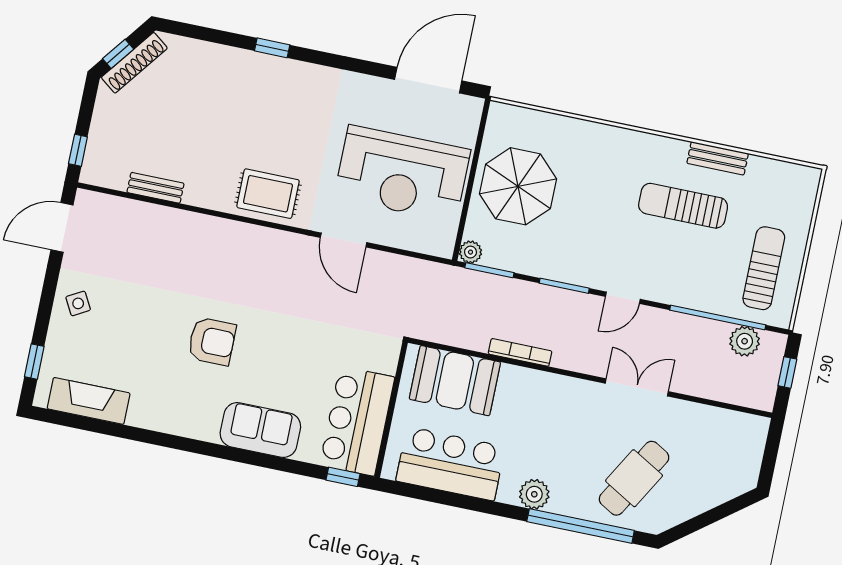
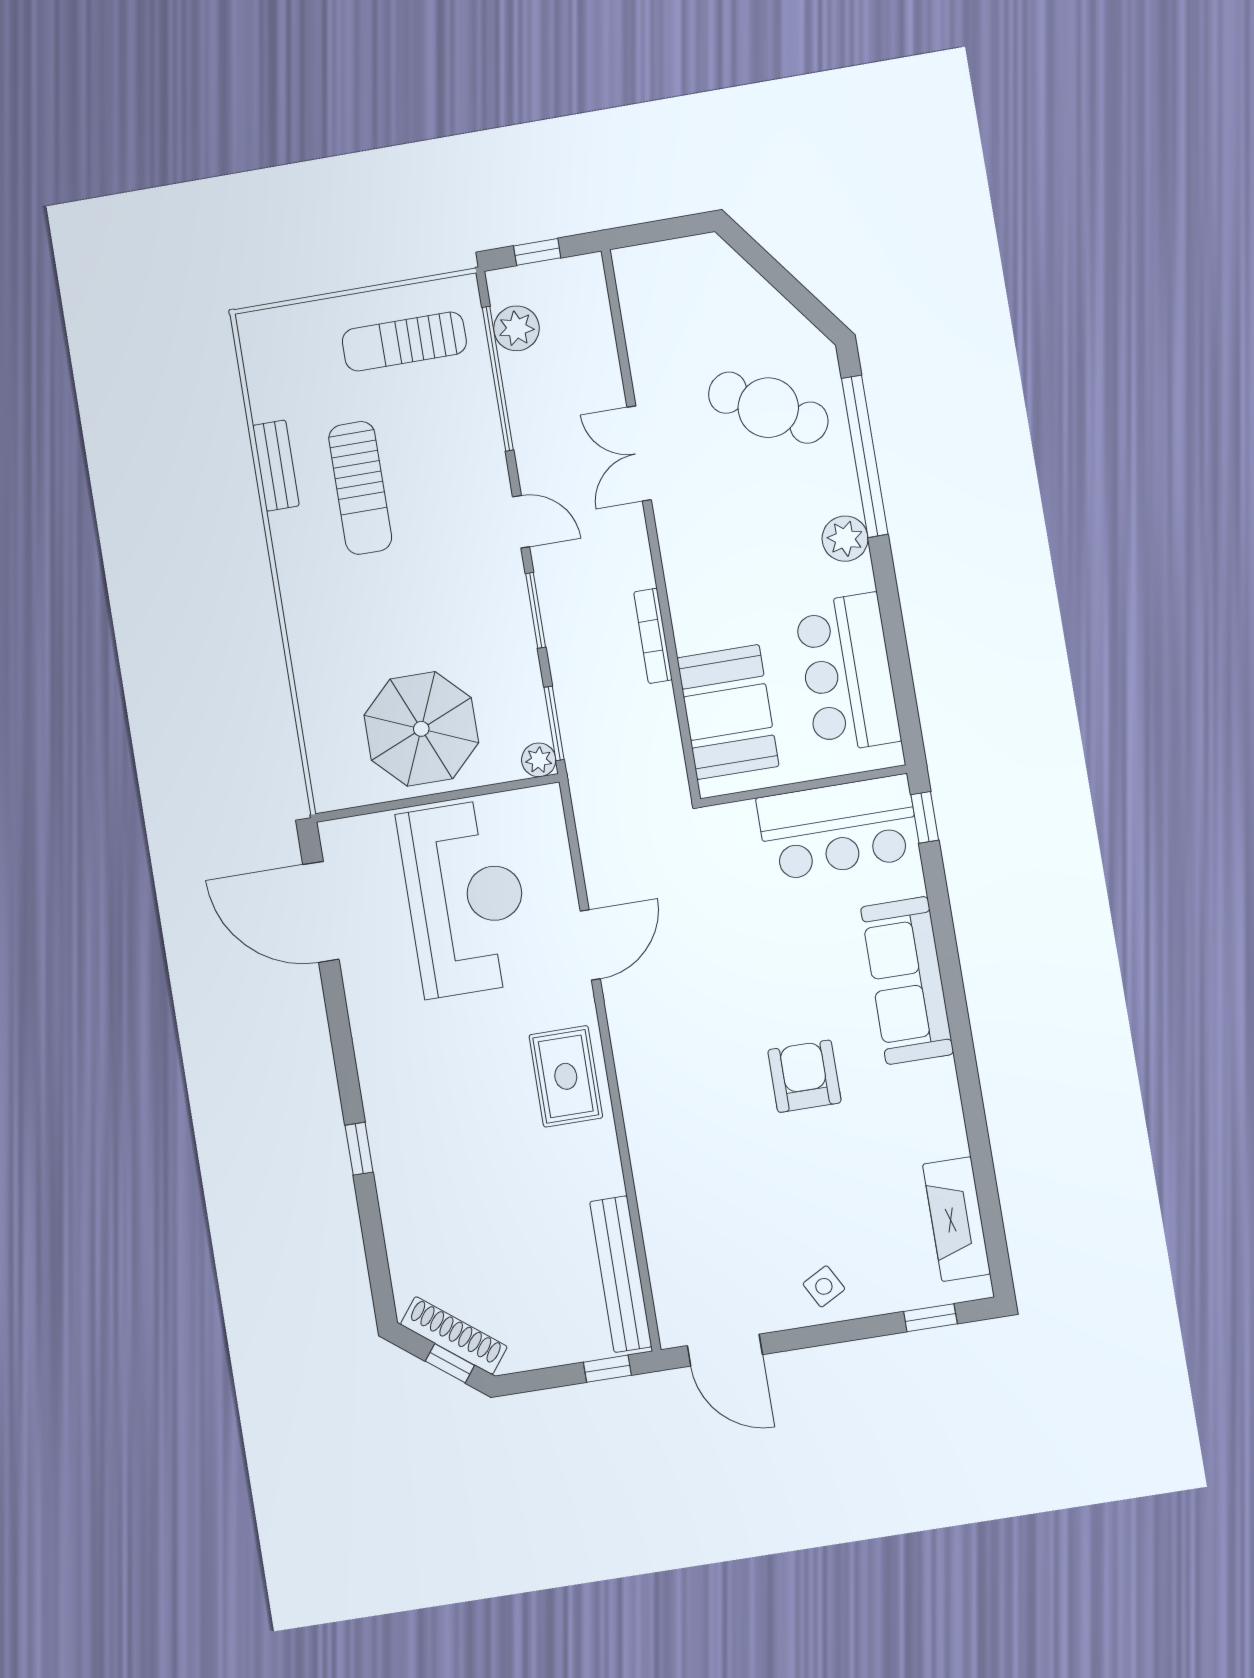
bench: (156, 188) -> (621, 1274), width x1.86, depth x1.21
sofa: (260, 430) -> (907, 981), width x1.36

